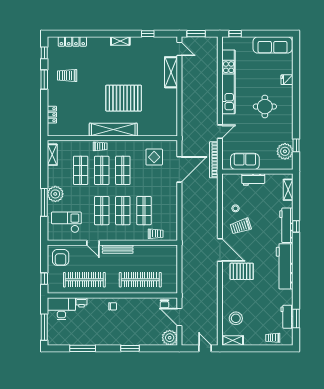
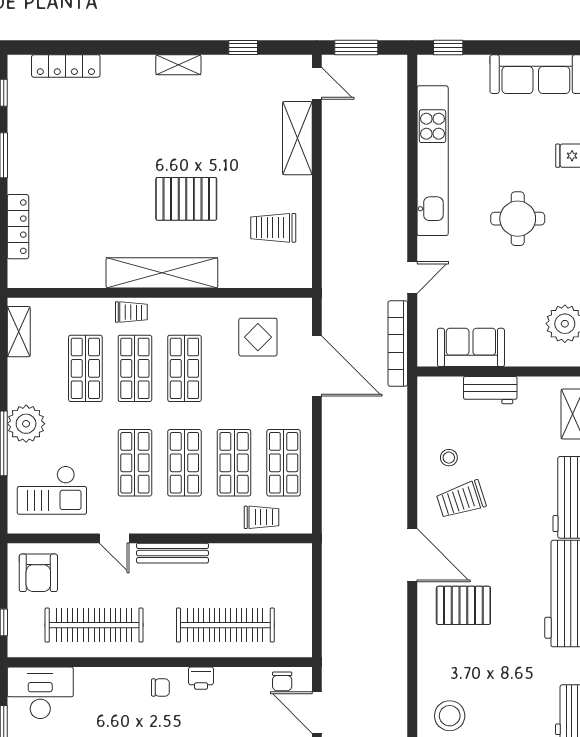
trolley: (67, 76) -> (273, 228), moved
pallet: (124, 98) -> (186, 199), width x0.73, depth x0.71
locker: (52, 115) -> (18, 227), width x1.53
door: (179, 169) -> (317, 366), hinge flipped
shop shelf: (165, 211) -> (284, 463), added
checkout: (66, 222) -> (52, 490), turned 180
printer: (81, 302) -> (201, 678), moved

